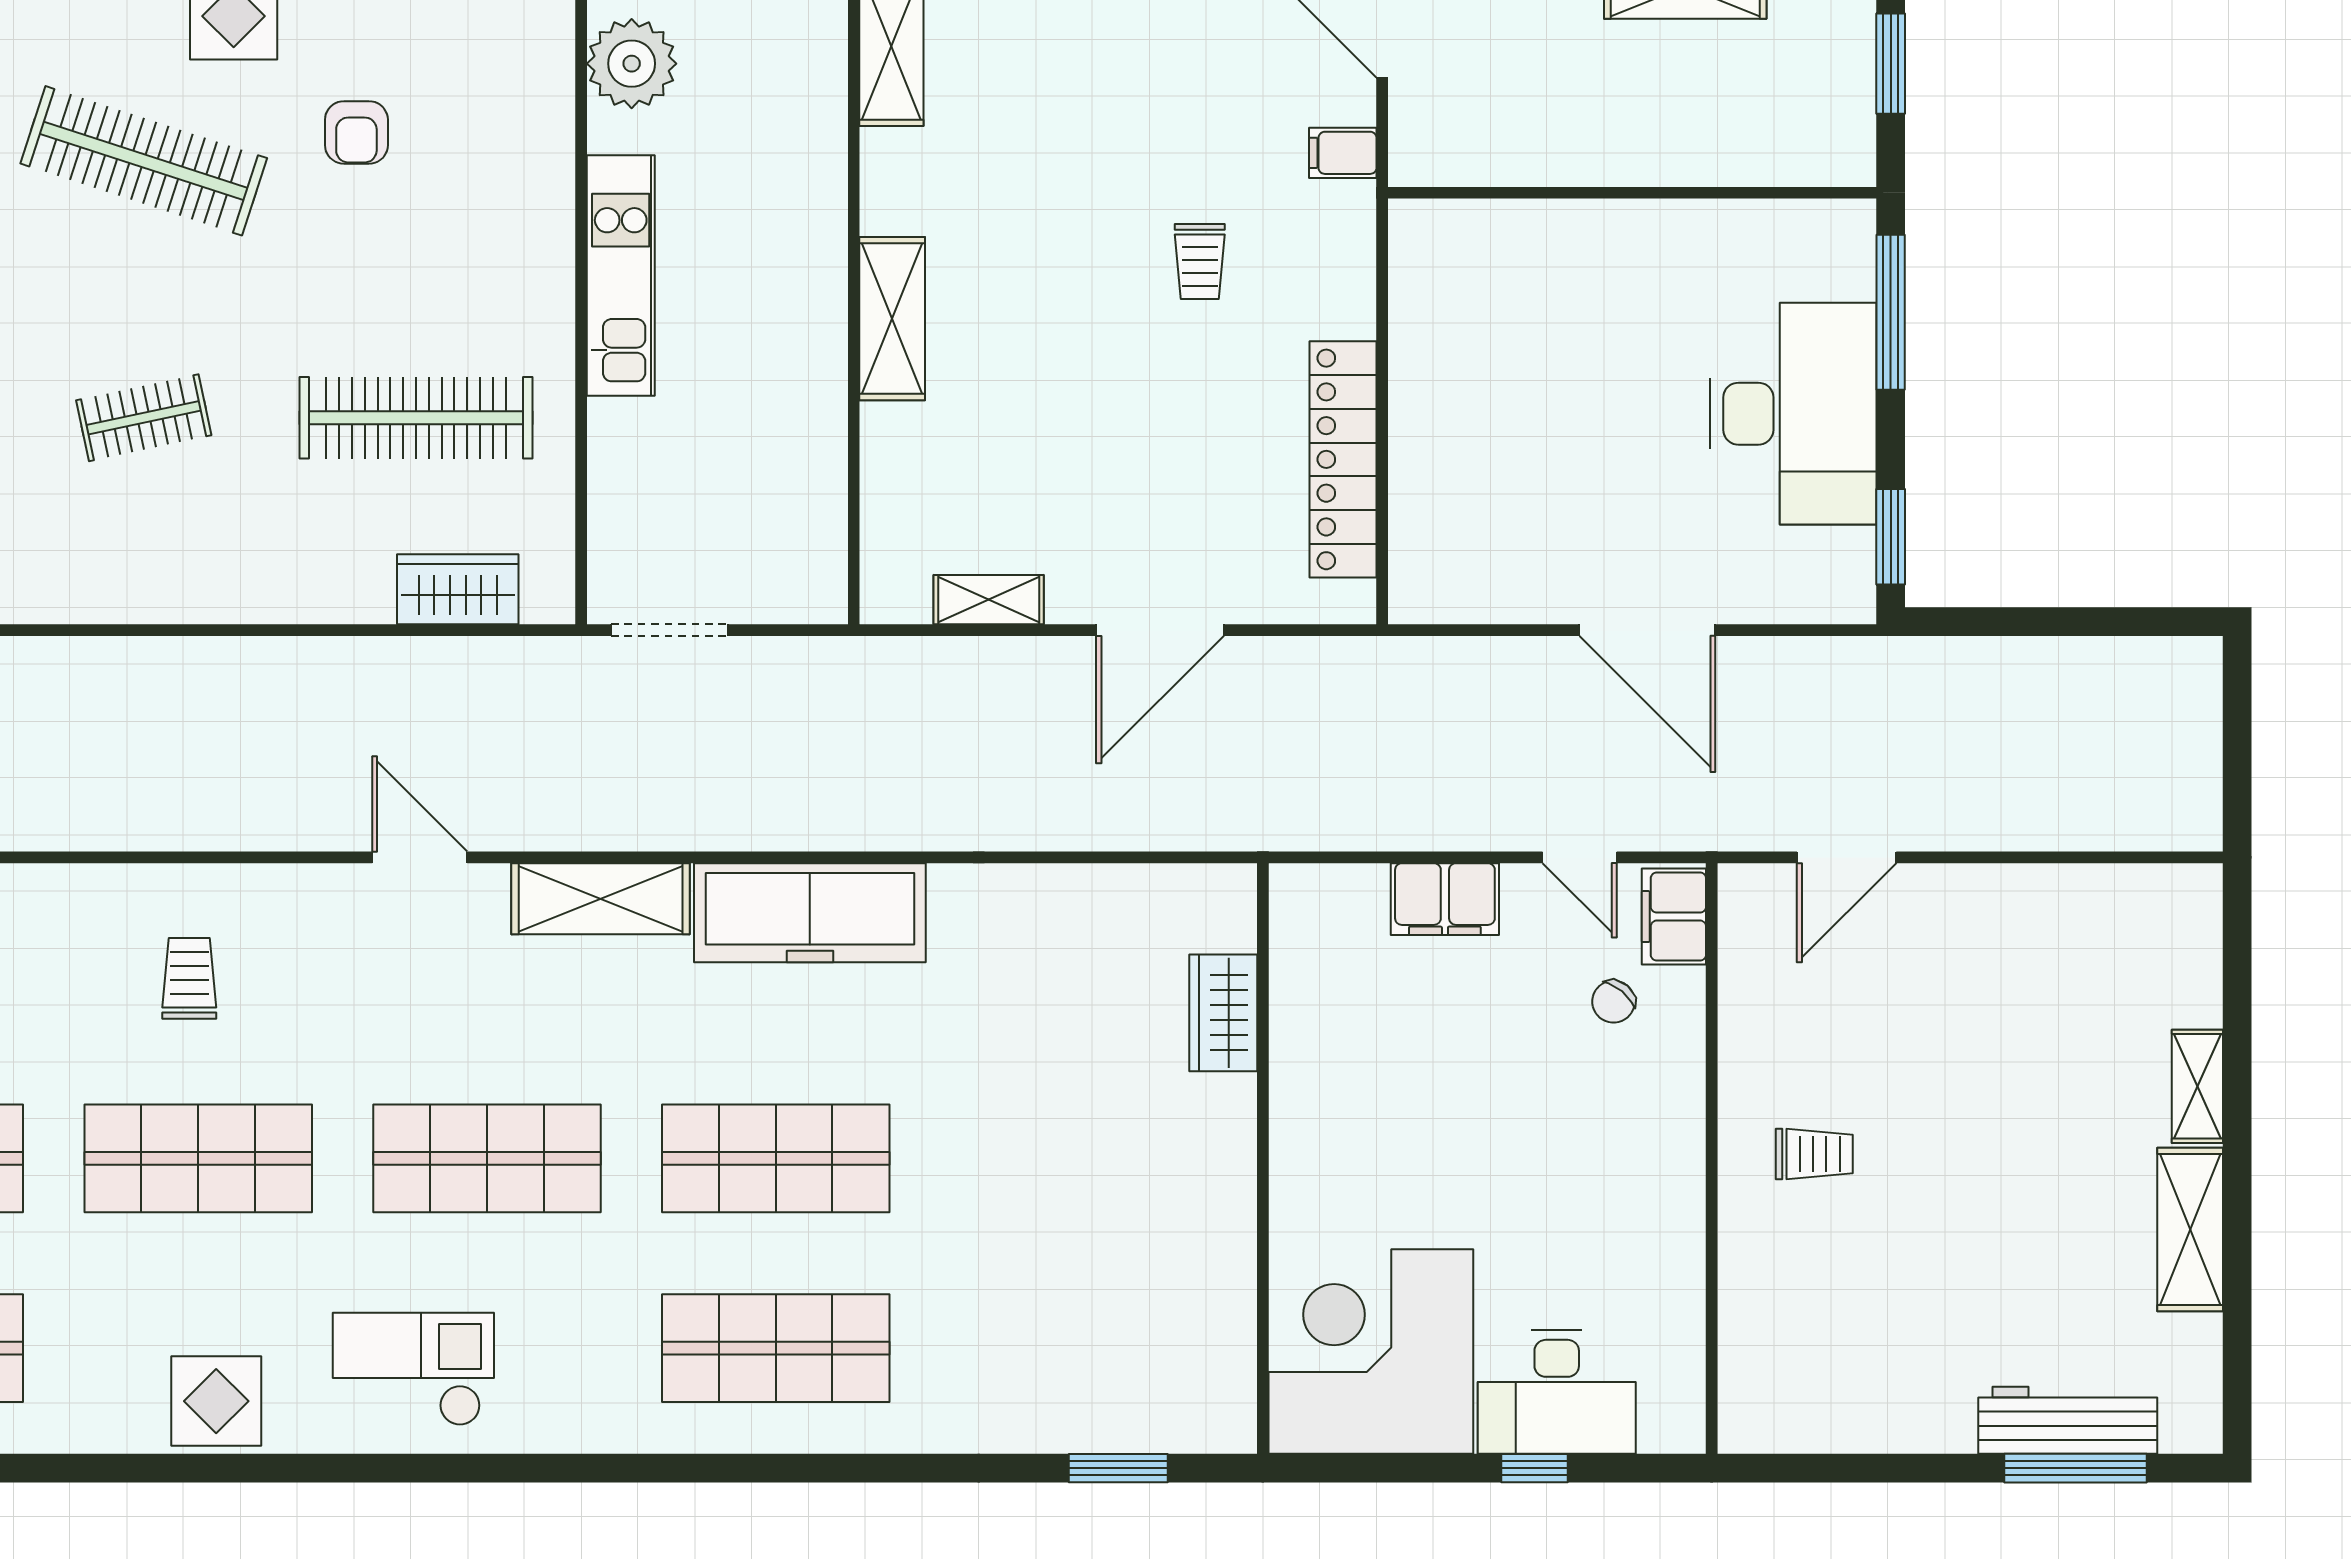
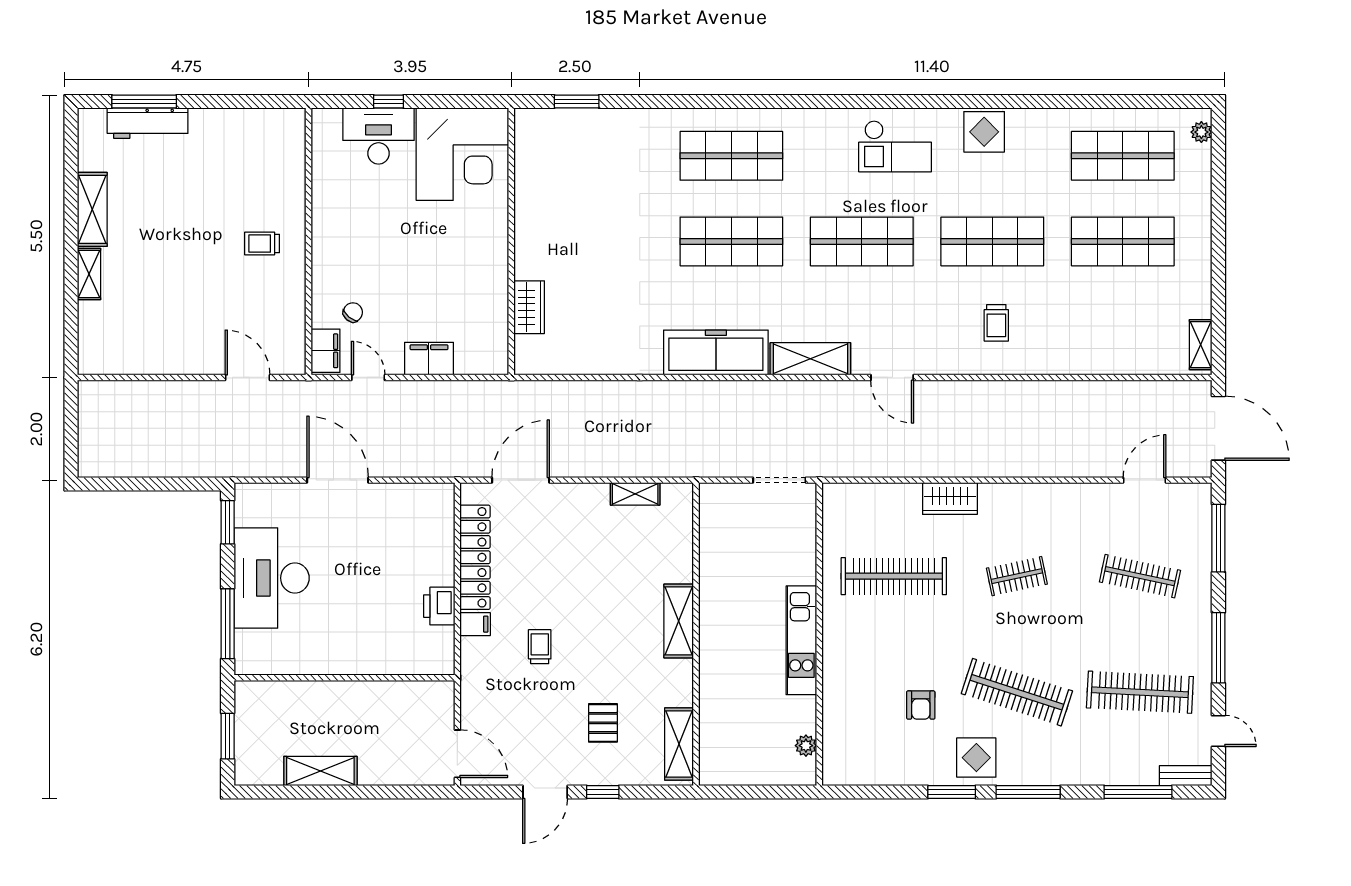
plant: (632, 64) -> (806, 746), width x0.53, depth x0.53
pallet: (1060, 93) -> (603, 723), added
armchair: (356, 132) -> (921, 705), turned 180
filing cabinet: (1343, 153) -> (475, 624), moved
printer: (1422, 351) -> (439, 606), added
wardrobe: (458, 589) -> (950, 499), moved
door: (1160, 630) -> (521, 480), moved
door: (1847, 857) -> (248, 377), hinge flipped

